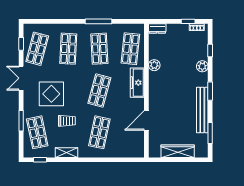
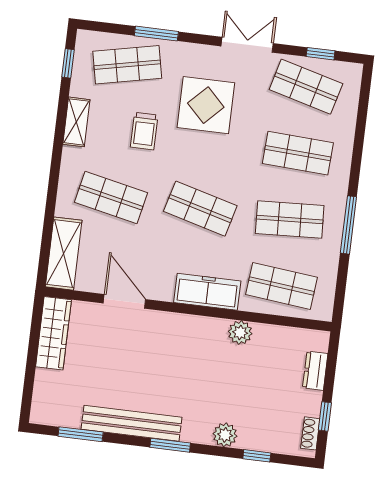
dresser: (157, 28) -> (315, 371), moved
shelving: (128, 151) -> (64, 254), added
wardrobe: (178, 151) -> (53, 333), moved

